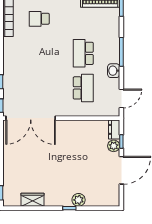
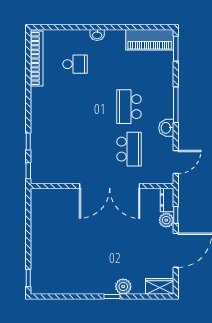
school desk: (39, 19) -> (75, 64), turned 180
double door: (31, 118) -> (110, 186), moved
wardrobe: (32, 200) -> (160, 286), moved

